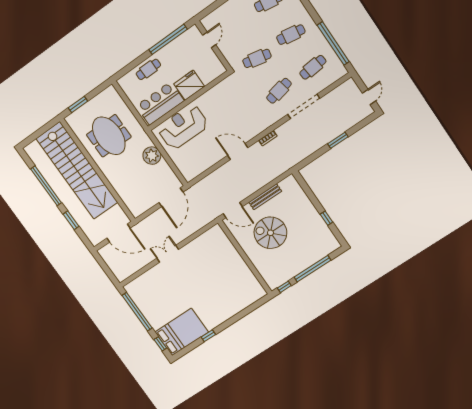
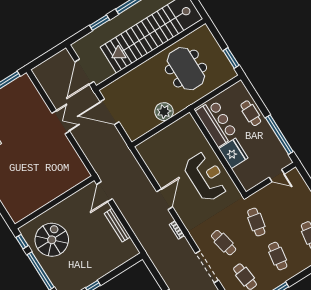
window: (78, 105) -> (231, 58), moved
reception desk: (183, 127) -> (206, 176), moved
meeting table: (109, 136) -> (186, 69), turned 90
door: (171, 197) -> (110, 112), moved
spiral stairs: (270, 233) -> (52, 240), moved

